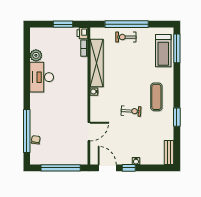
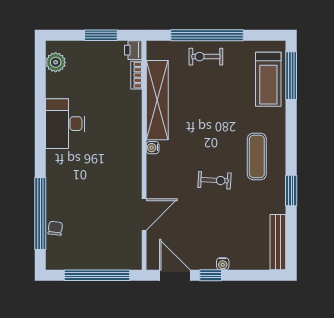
plant: (36, 55) -> (56, 62), moved
bench: (169, 153) -> (278, 242), width x1.36

